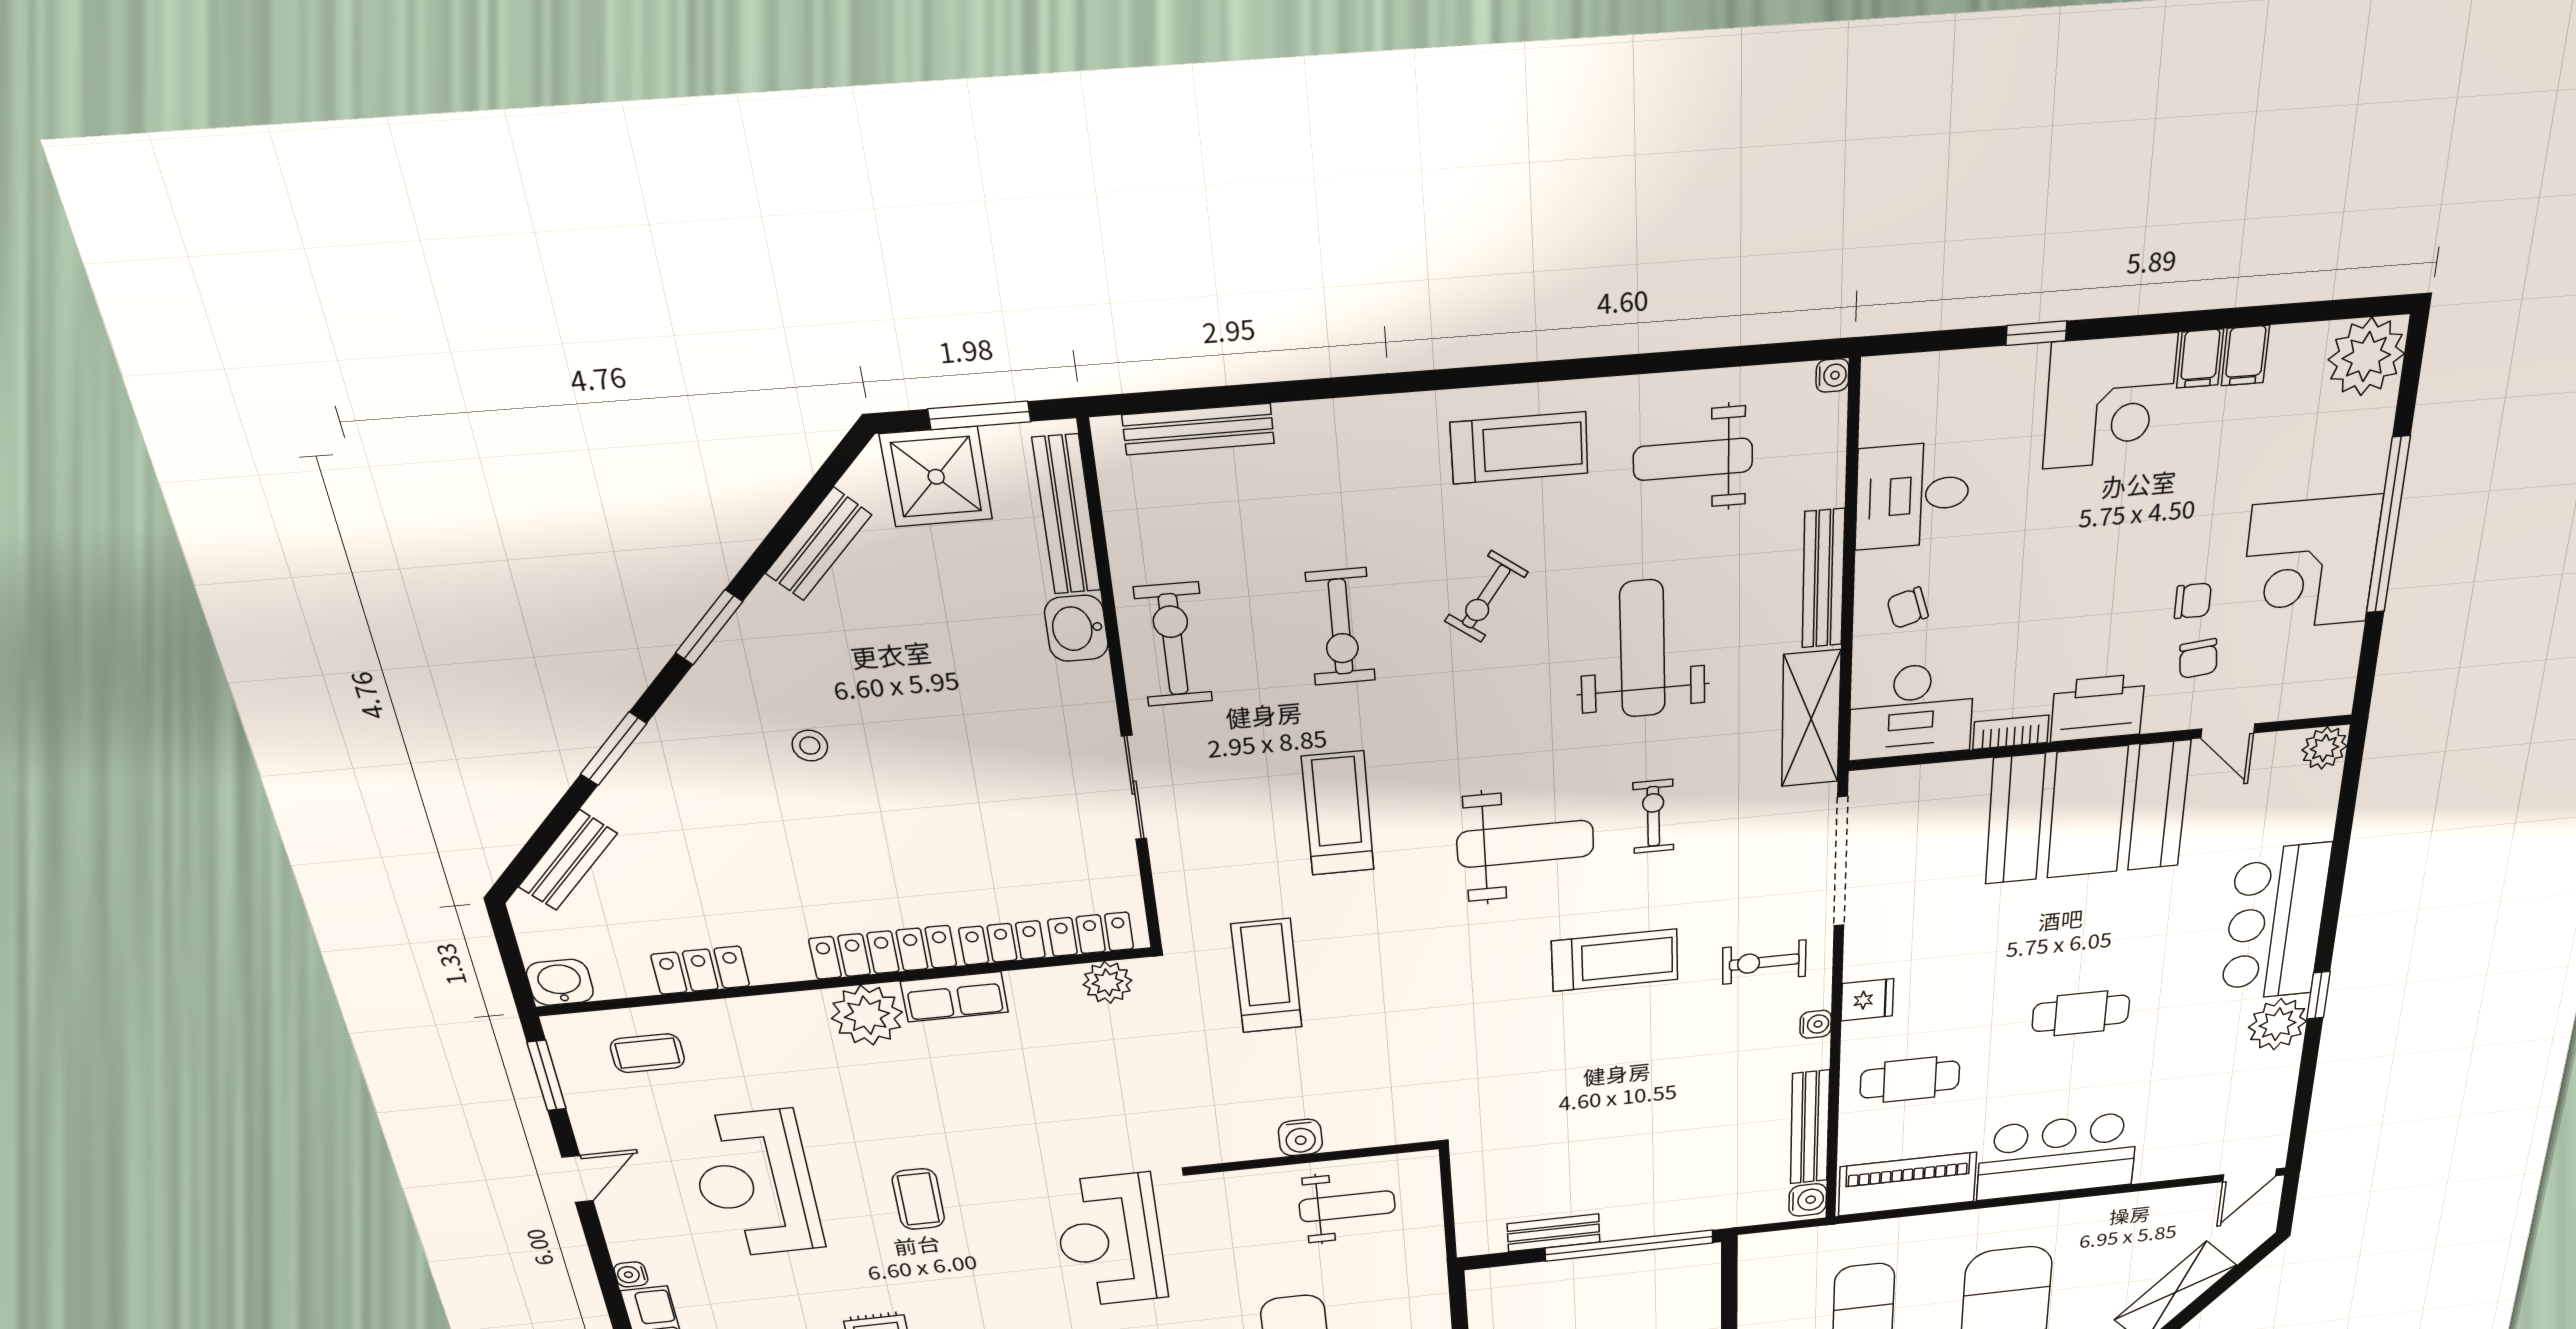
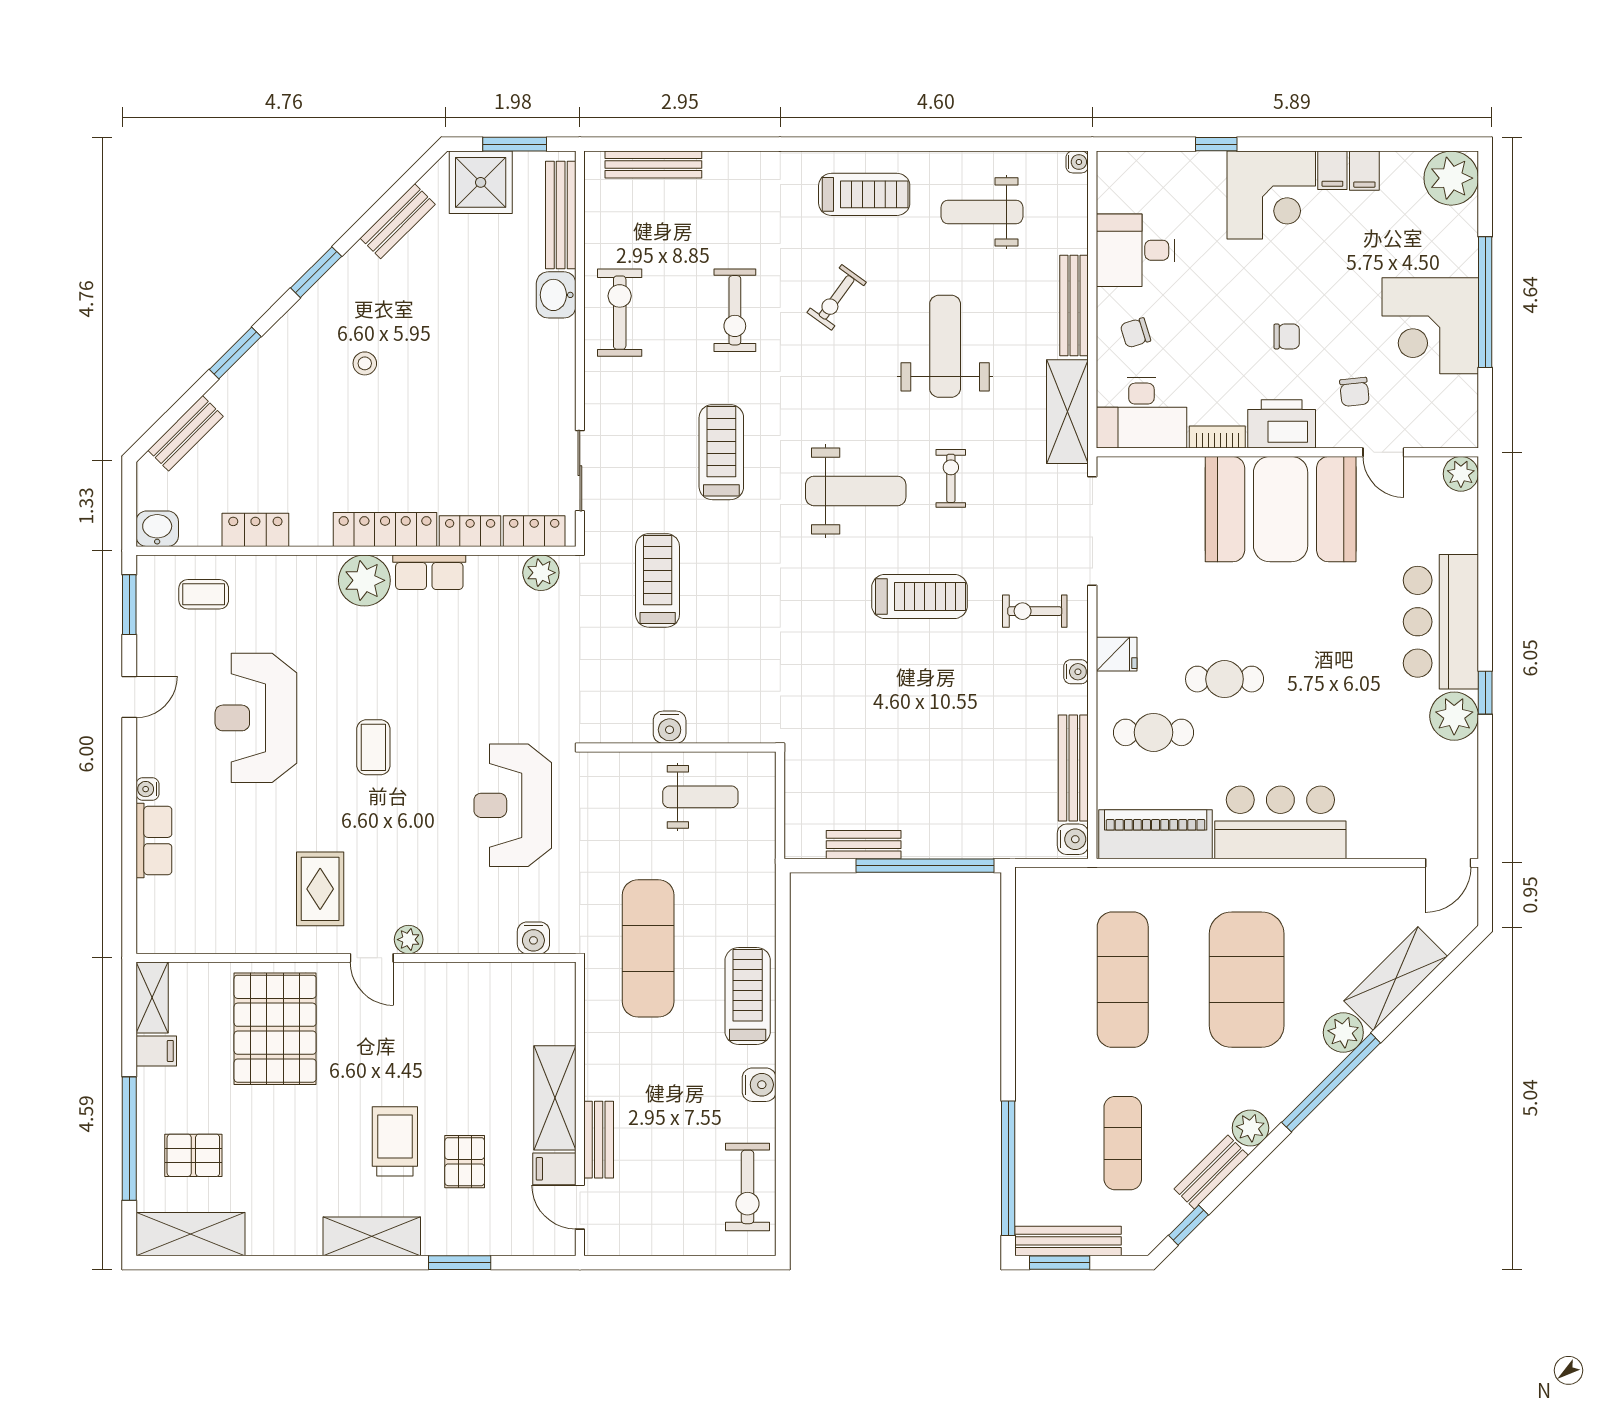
chair: (2193, 601) -> (1287, 336), moved
sliding door: (1134, 788) -> (580, 471), moved
cafe table: (2081, 1013) -> (1225, 679), moved

